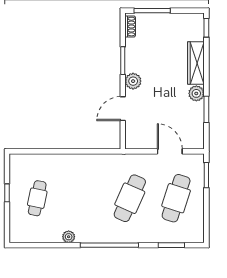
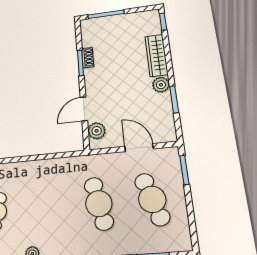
shoe rack: (130, 27) -> (88, 58), moved
plant: (133, 81) -> (97, 131), moved
cafe table: (130, 198) -> (99, 204), turned -36
cafe table: (176, 198) -> (152, 199), turned -36

